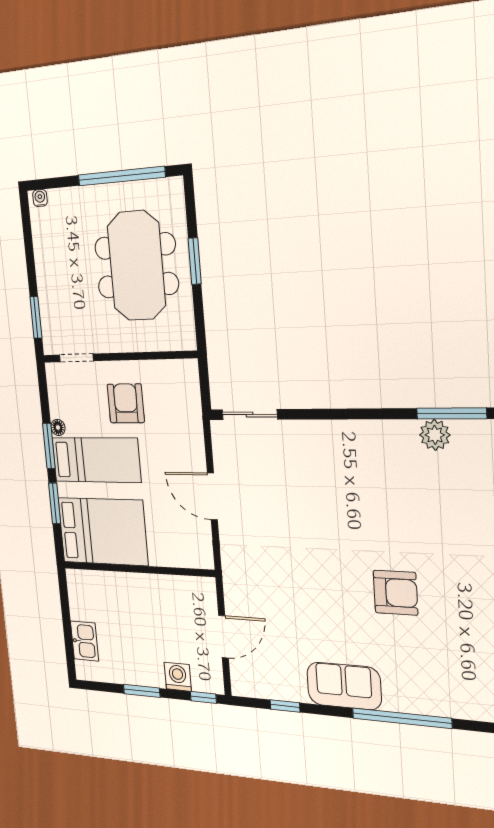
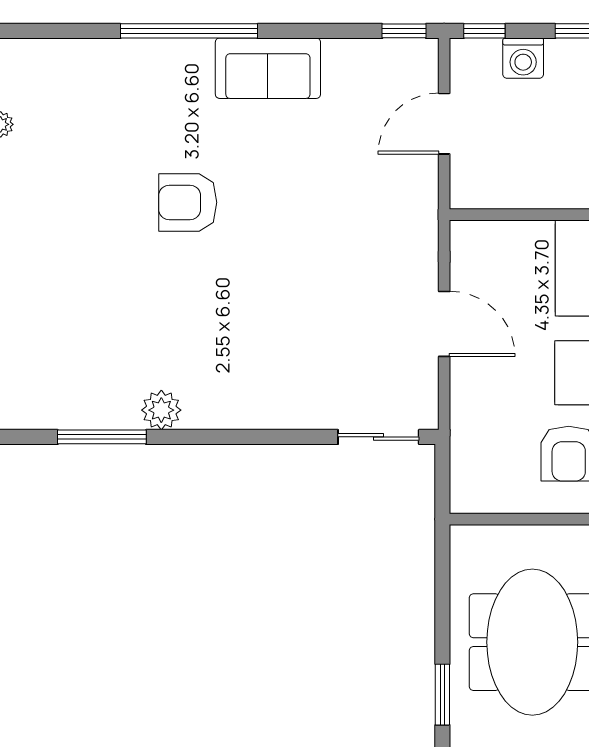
window: (195, 261) -> (442, 695), moved
plant: (435, 435) -> (161, 410), moved
window: (285, 706) -> (404, 31), moved

